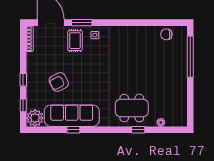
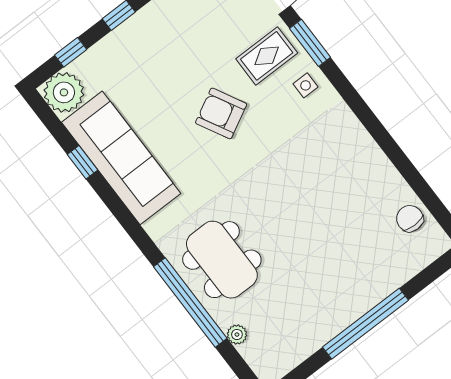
window: (190, 57) -> (365, 324), moved
armchair: (59, 82) -> (221, 113), moved
window: (73, 130) -> (83, 162), moved
window: (138, 130) -> (190, 303), width x3.17

